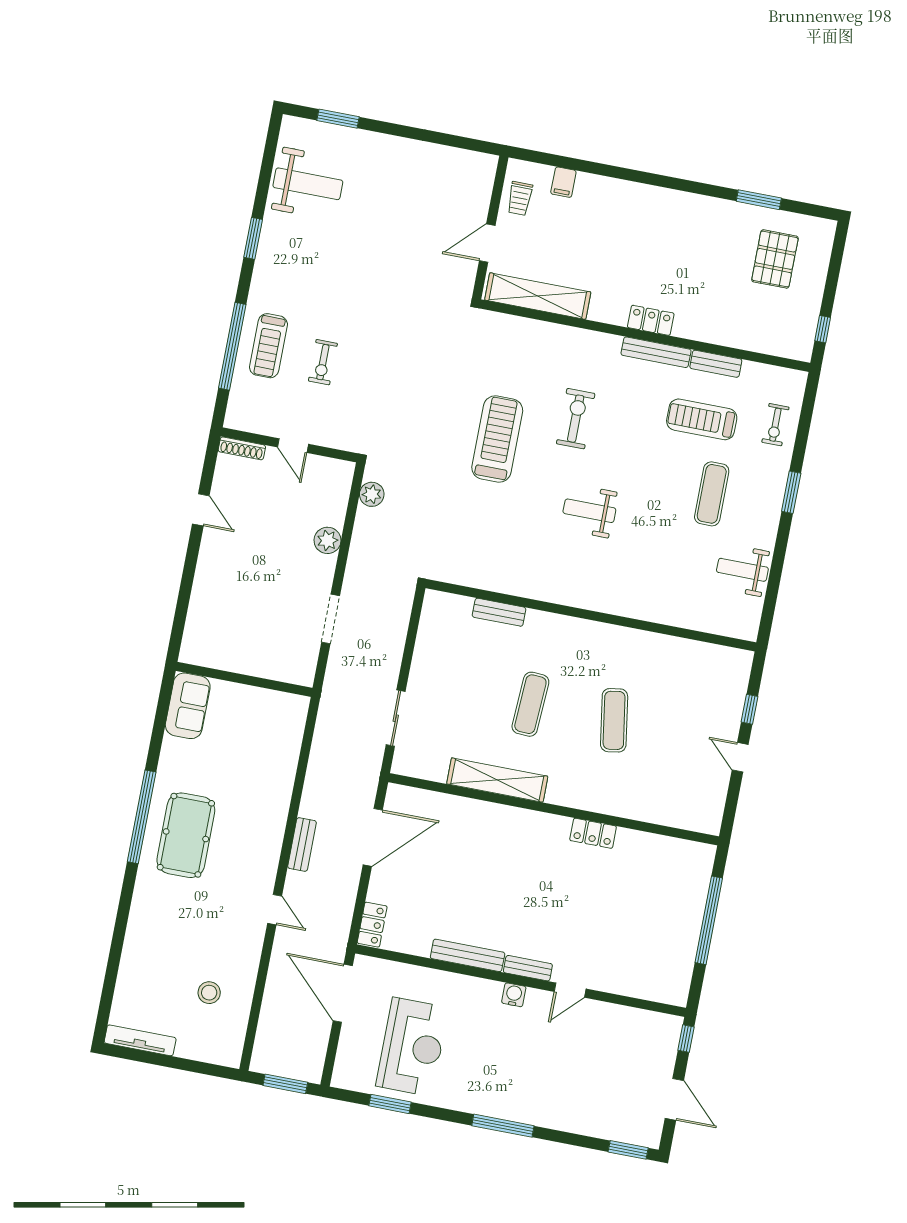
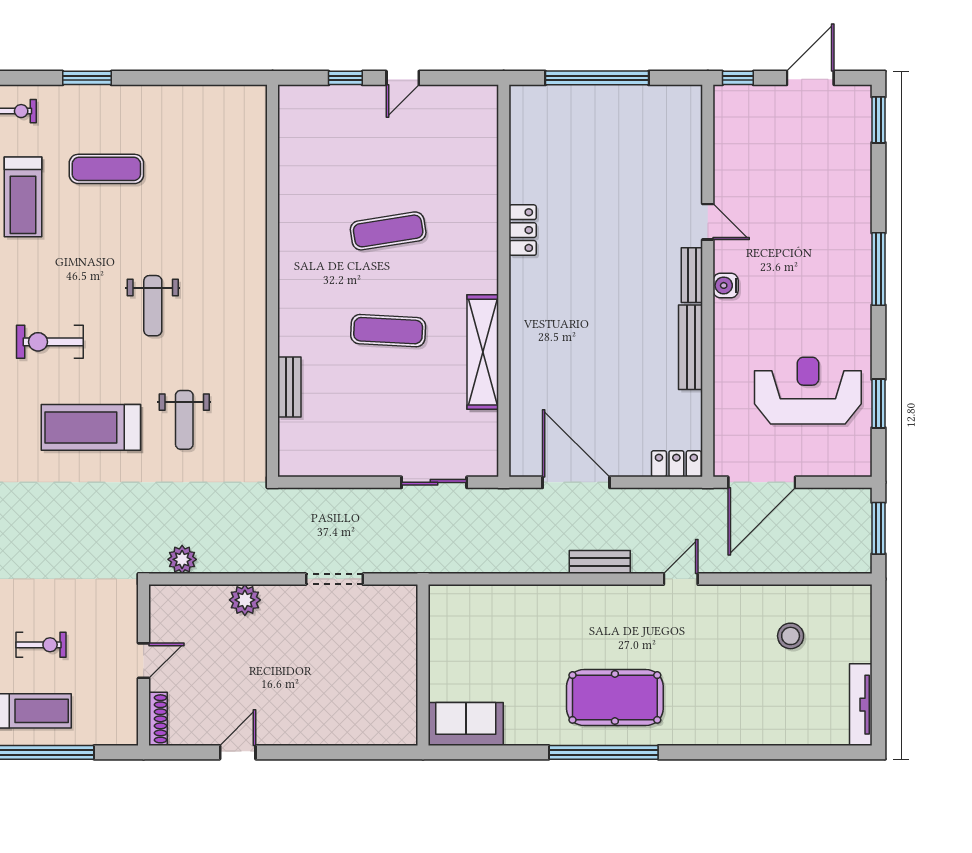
weight bench: (742, 570) -> (184, 420), moved

